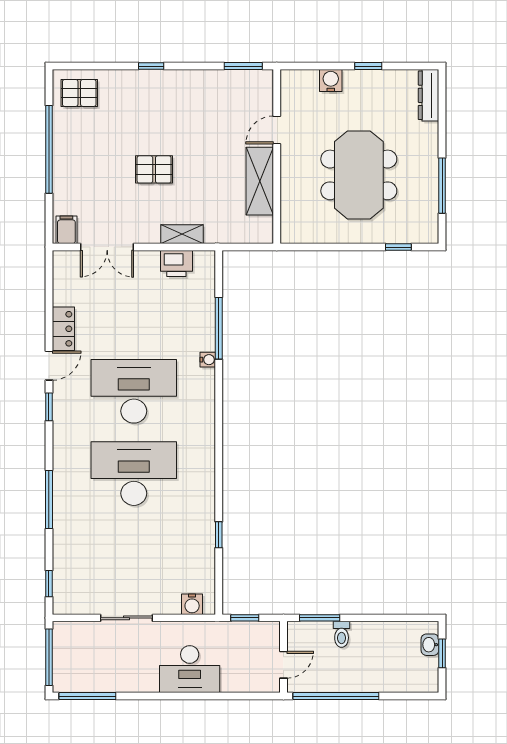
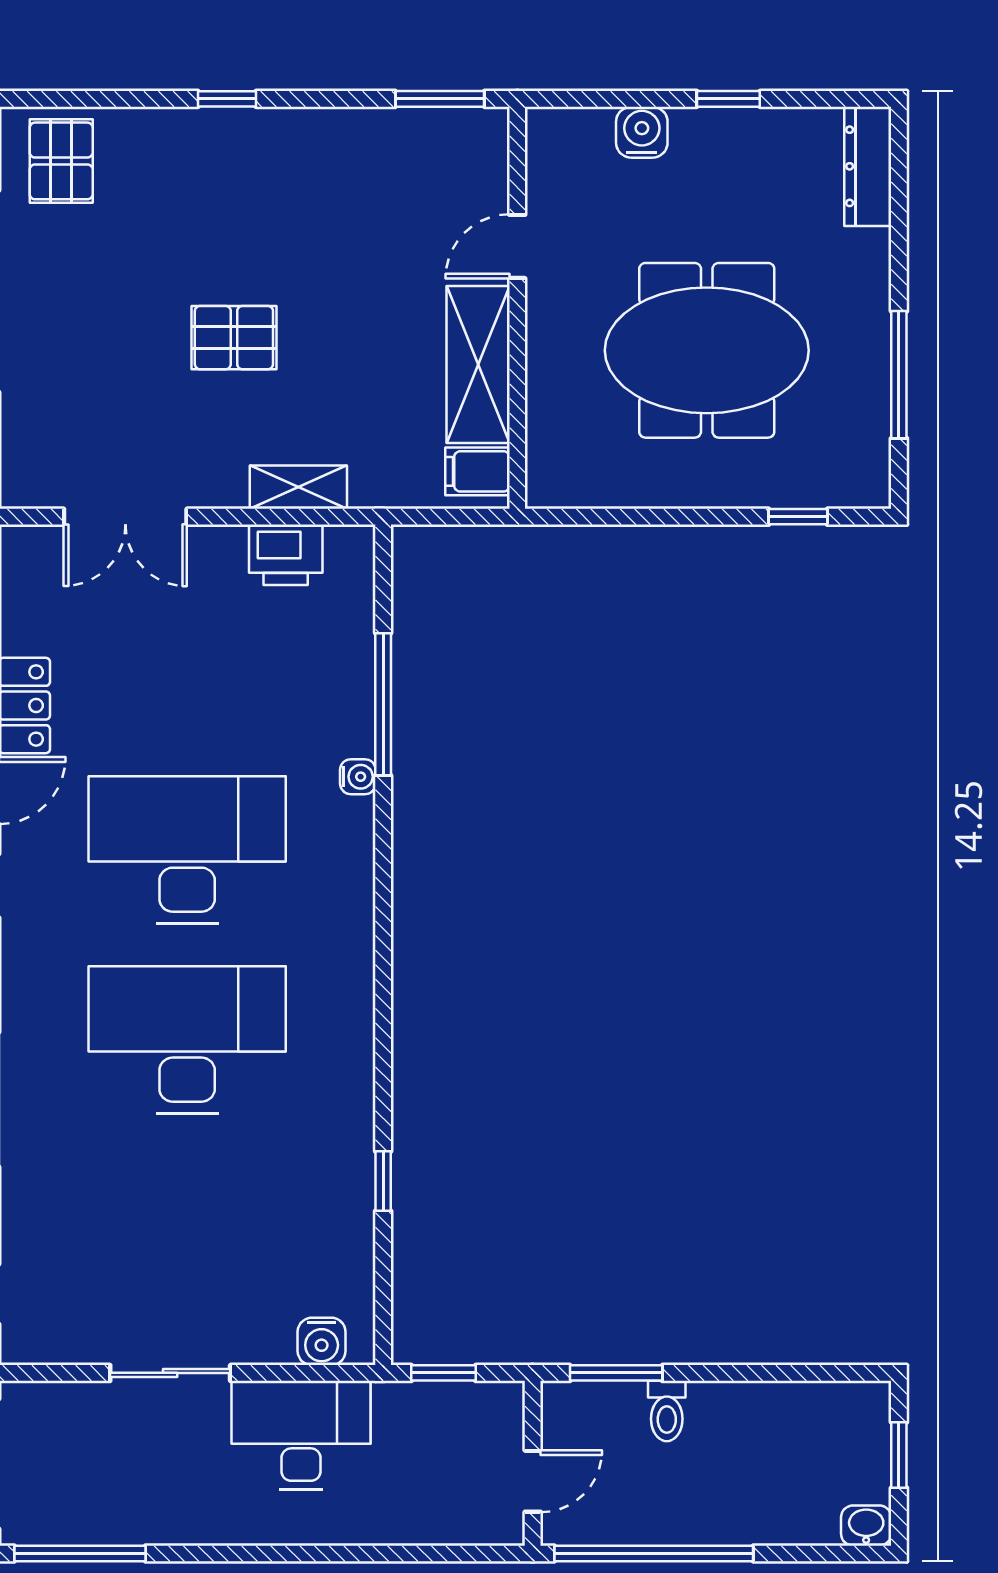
pallet: (79, 93) -> (61, 161), turned 90
meeting table: (359, 175) -> (707, 350), turned 90
filing cabinet: (66, 230) -> (477, 471), moved, turned -90
washbasin: (430, 645) -> (866, 1526), moved, turned 90
desk: (190, 669) -> (301, 1435), moved, turned 180

